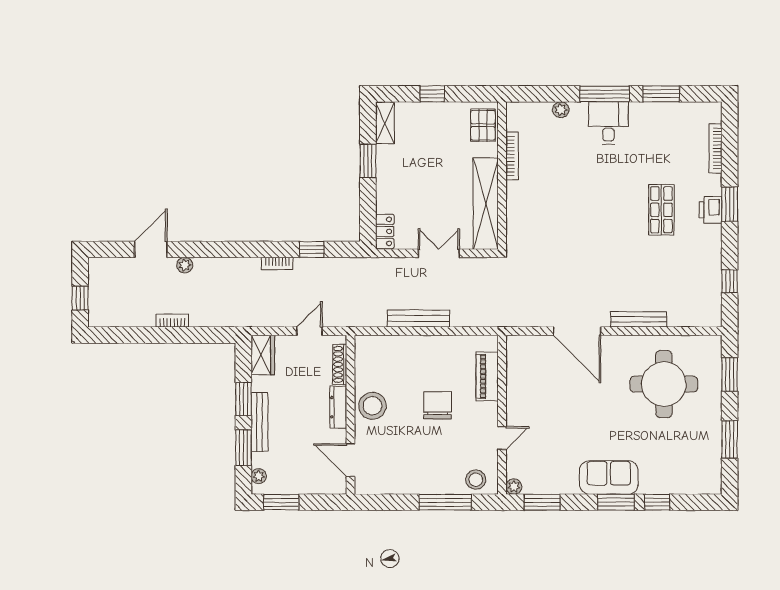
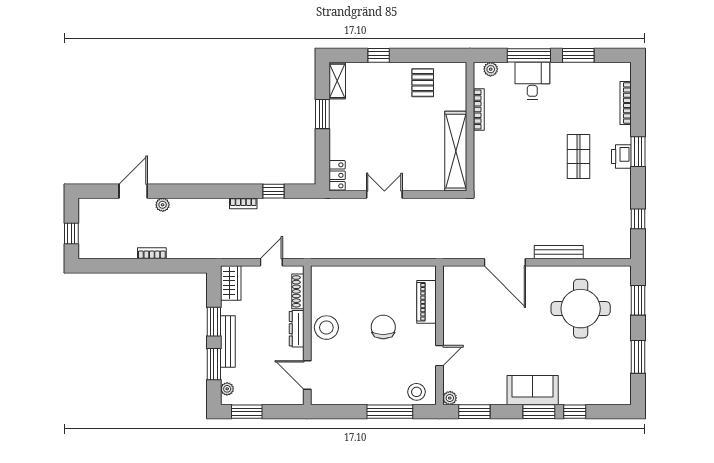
bookcase: (512, 156) -> (479, 110), moved
wall: (502, 176) -> (470, 127), moved
shelving: (486, 204) -> (456, 151), moved
bench: (418, 319) -> (366, 251), removed

